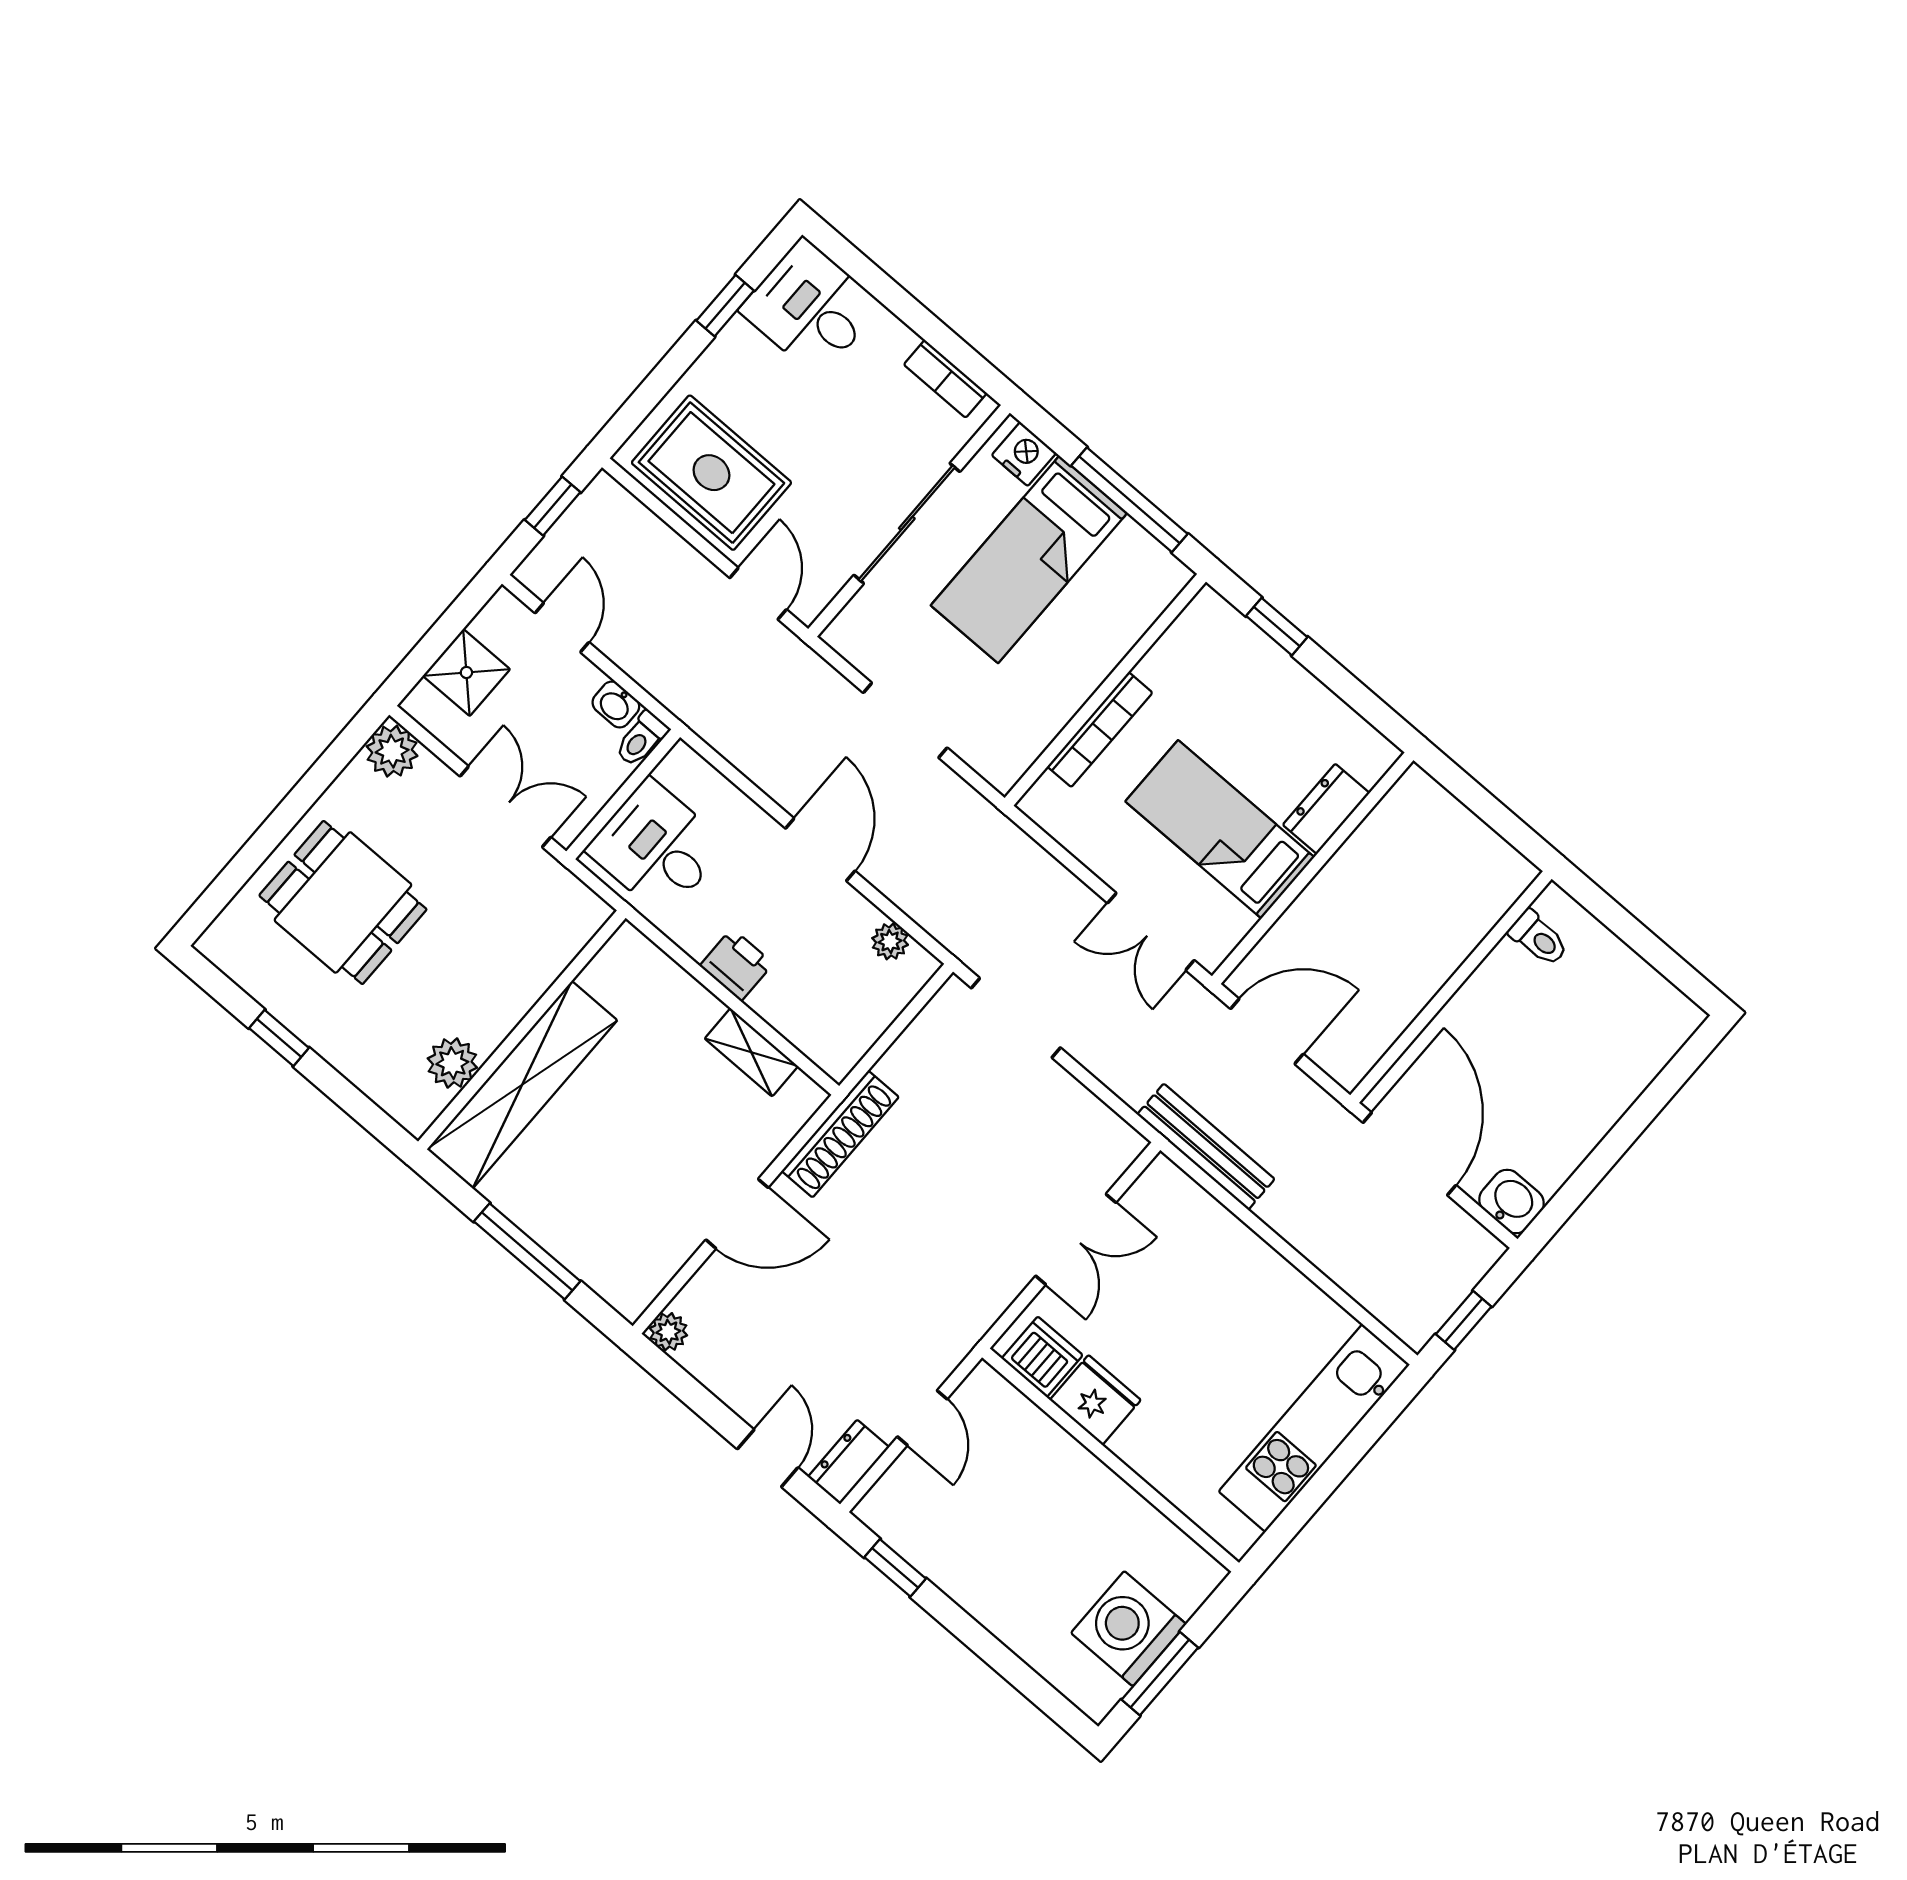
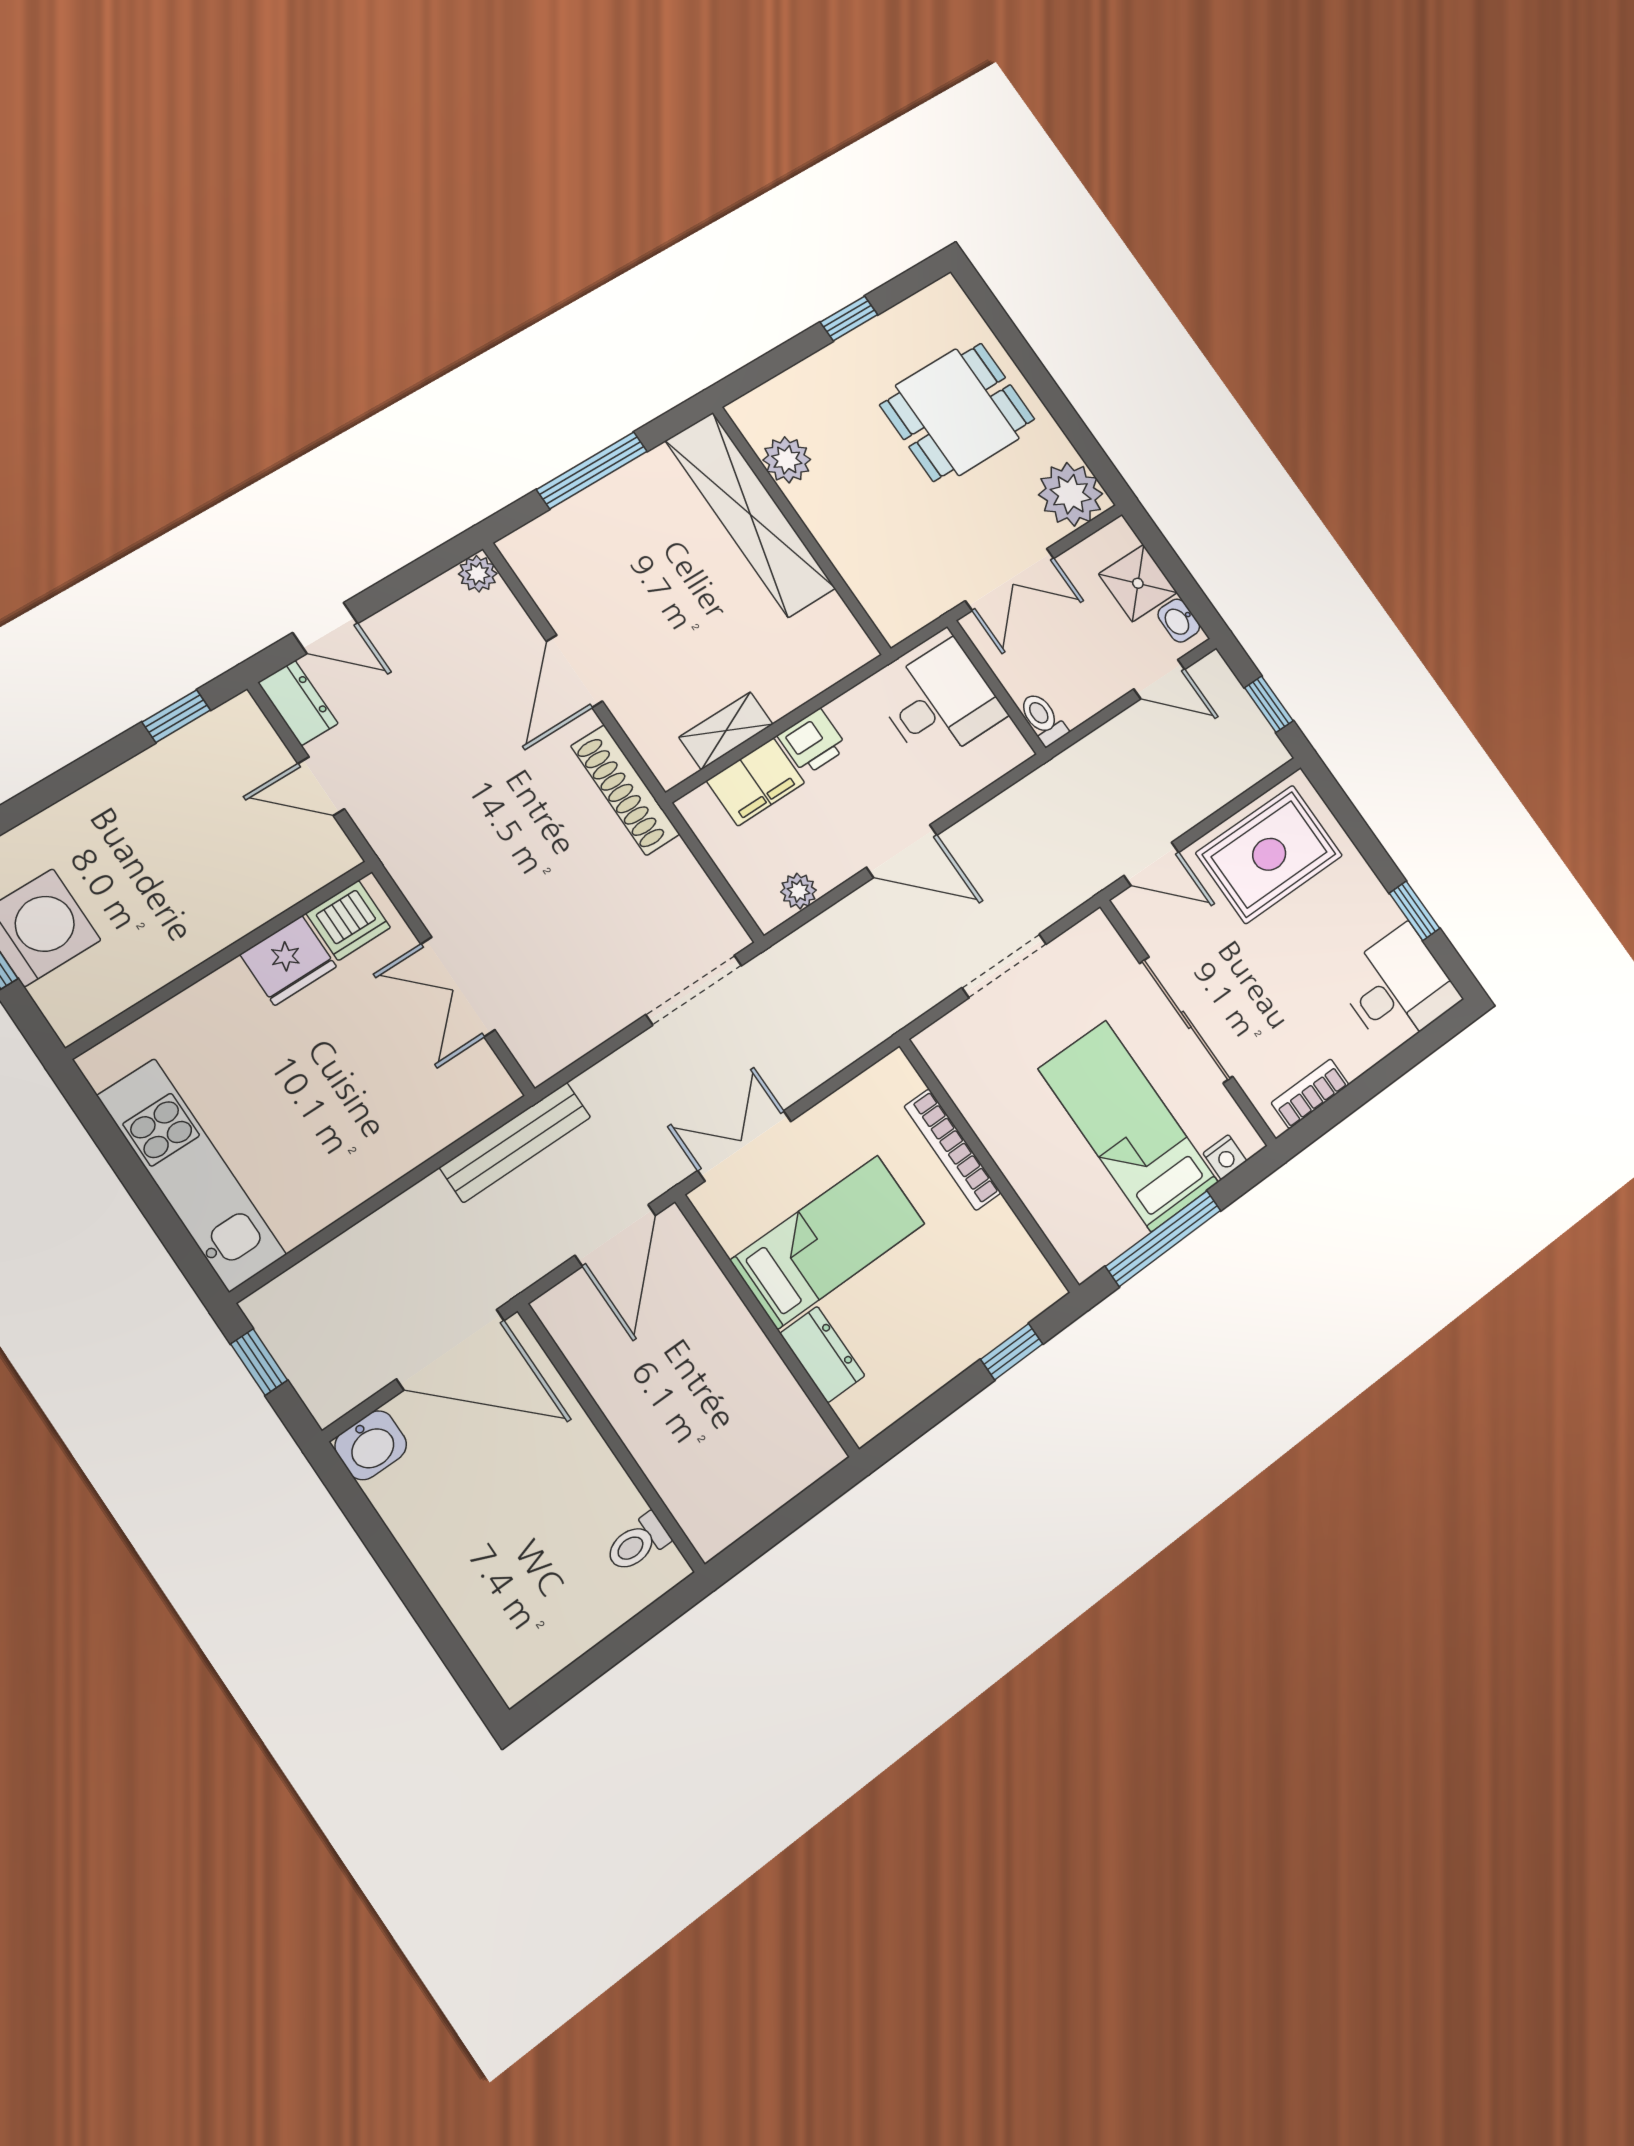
nightstand: (1024, 454) -> (1225, 1157), width x0.72, depth x0.74
washbasin: (616, 704) -> (1179, 621), moved, turned -90
plant: (392, 751) -> (1071, 494), width x1.36, depth x1.36
filing cabinet: (794, 1010) -> (756, 782), added

